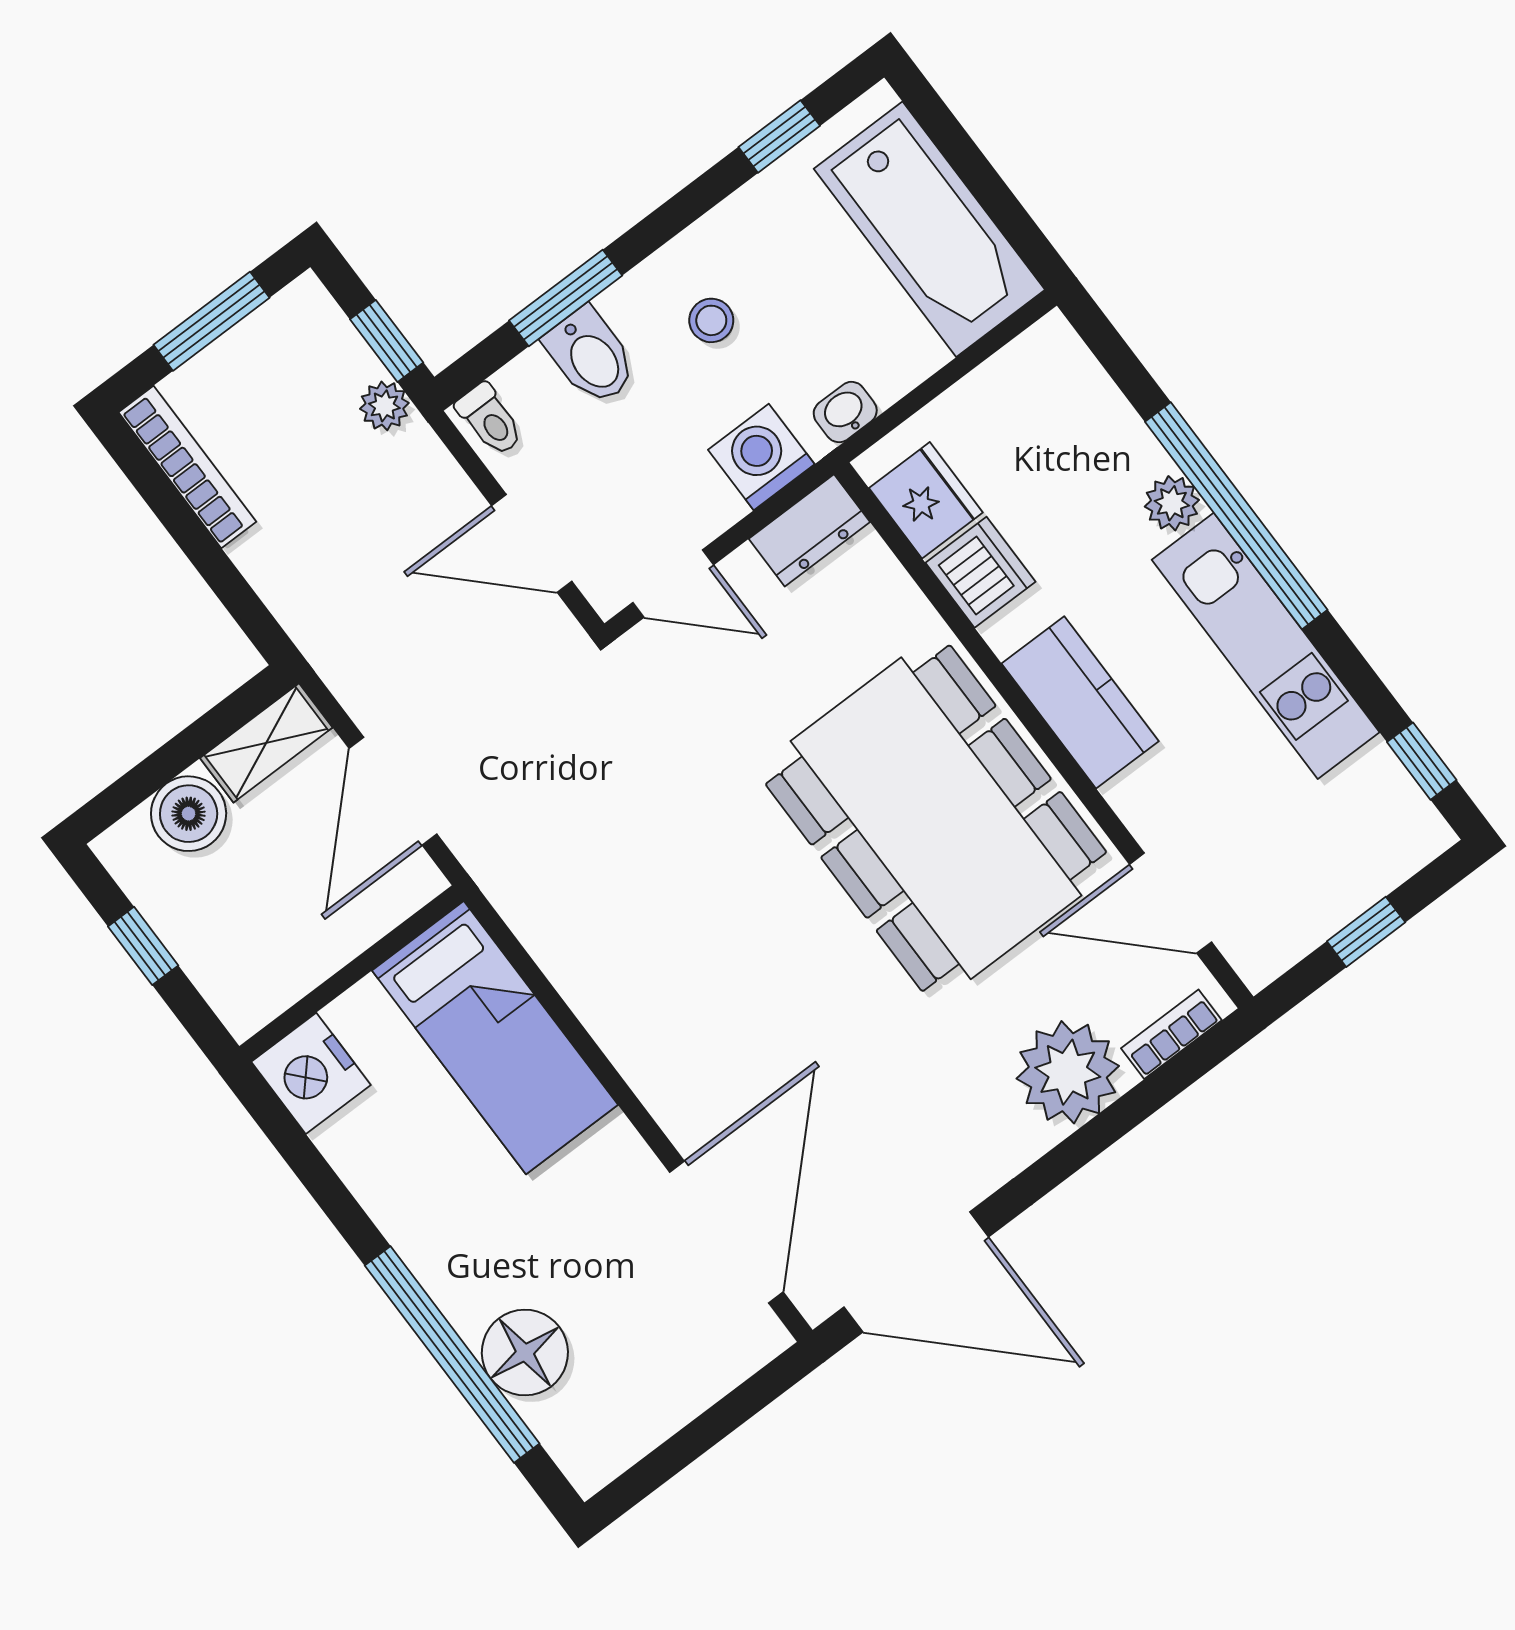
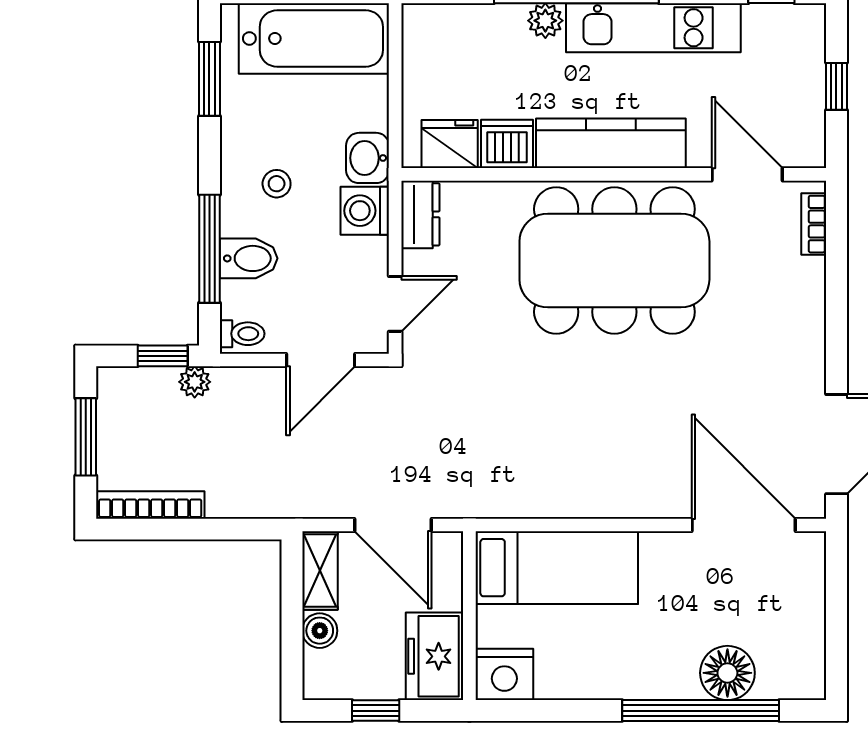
window: (779, 136) -> (209, 79), width x1.50
window: (566, 298) -> (209, 249), width x1.44
washbasin: (845, 412) -> (368, 158), width x1.38, depth x1.45
kitchen counter: (1080, 702) -> (611, 143), width x1.50
boiler: (189, 814) -> (320, 631), width x0.73, depth x0.73
door: (1171, 903) -> (747, 174), swing flipped
freezer: (267, 968) -> (435, 656), added
plant: (1068, 1072) -> (793, 291), removed

